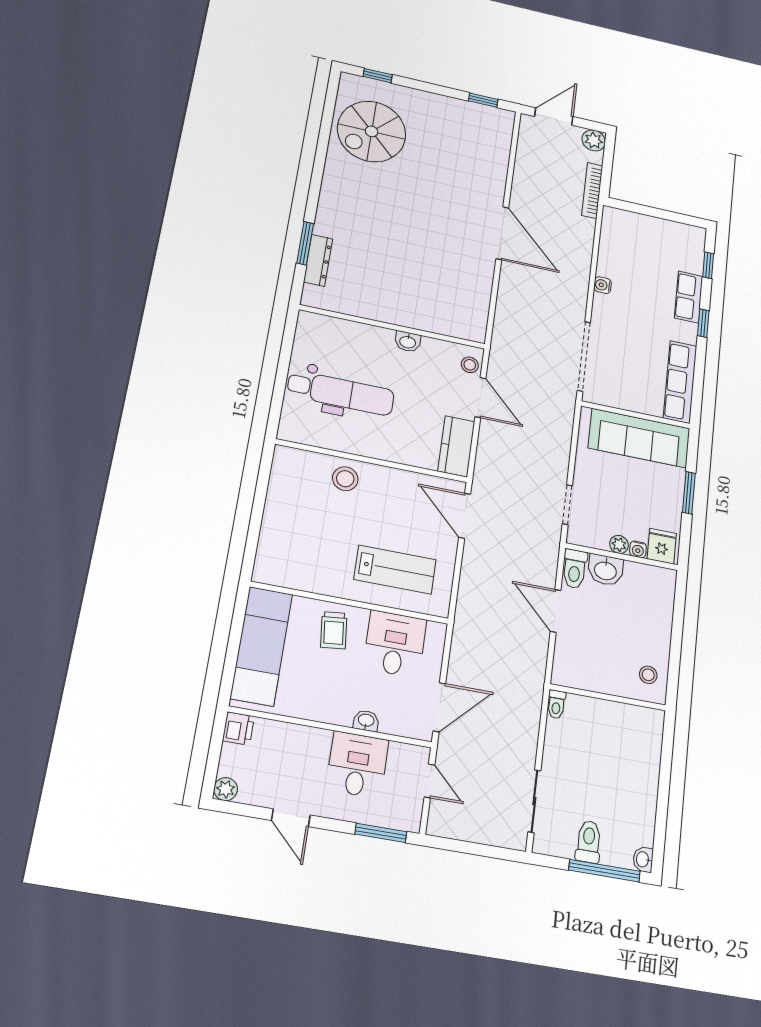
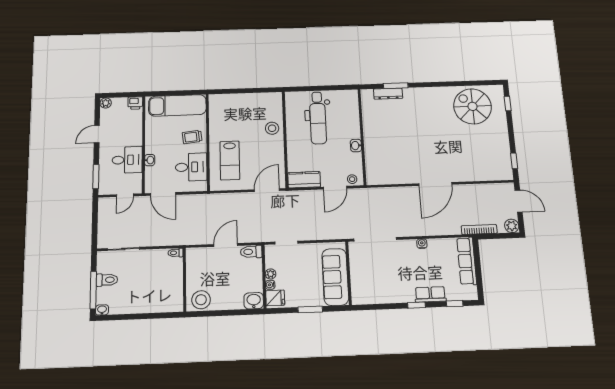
row of seats: (680, 382) -> (467, 261), moved, turned -90
washbasin: (605, 570) -> (254, 301), moved, turned 90
stool: (648, 675) -> (201, 300), width x1.89, depth x1.89

